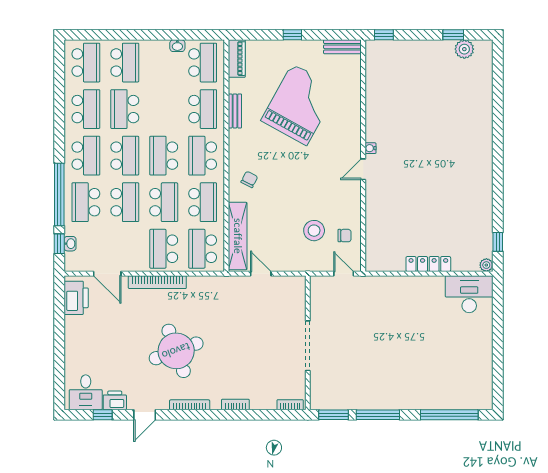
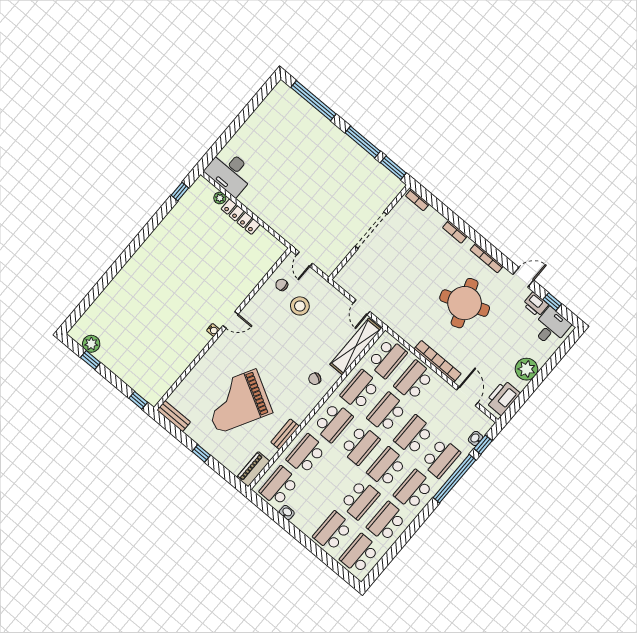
school desk: (164, 249) -> (414, 381), turned 180
plant: (486, 265) -> (220, 198), moved
plant: (76, 339) -> (526, 369), added

